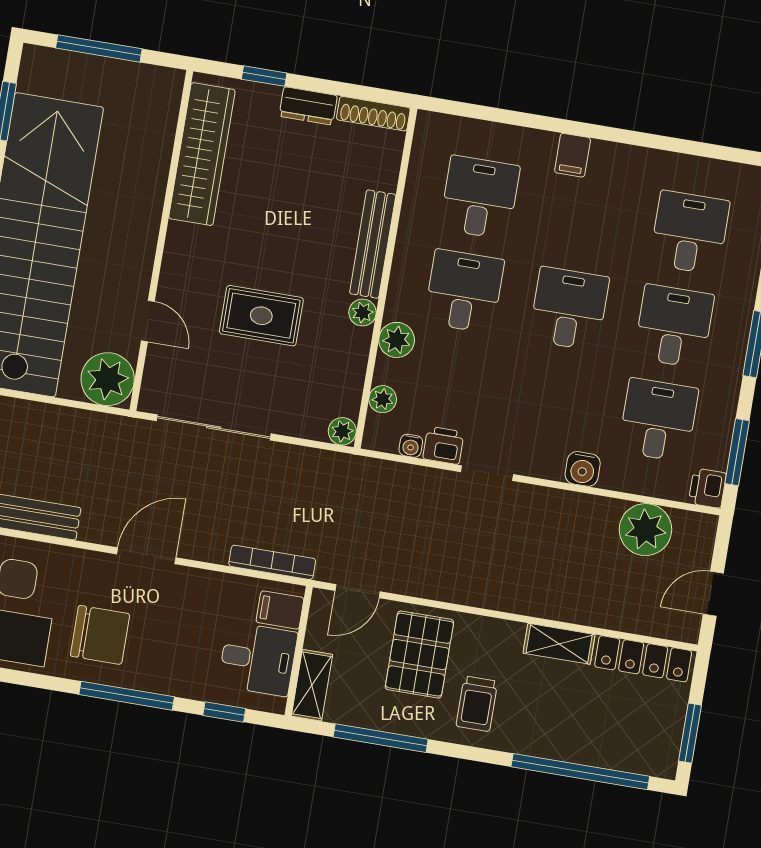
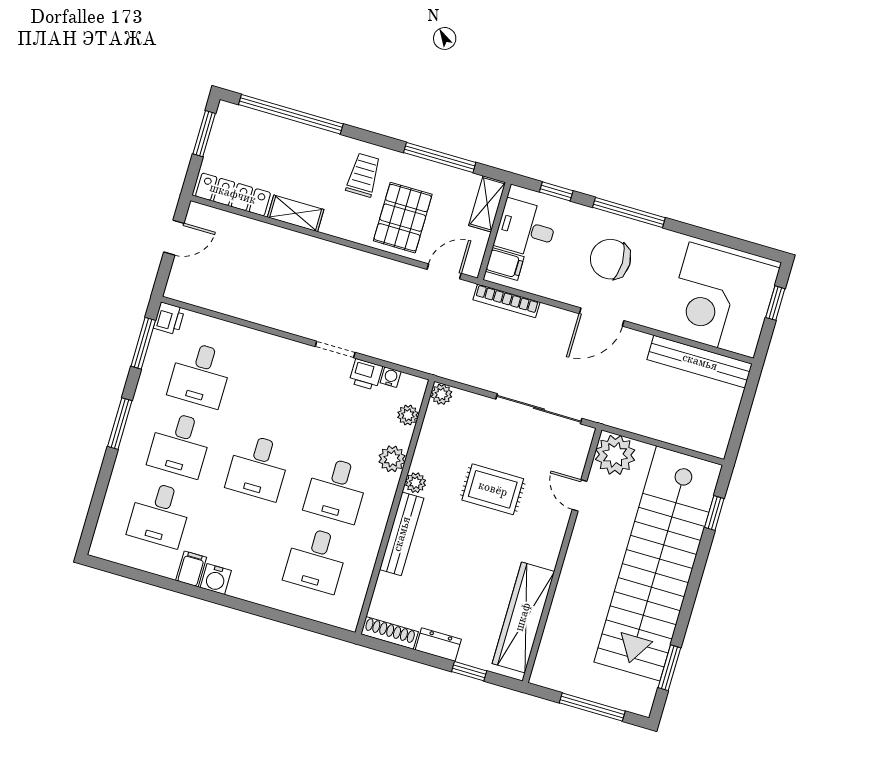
filing cabinet: (573, 155) -> (191, 569), moved
water cooler: (583, 469) -> (216, 579), moved, turned 180
plant: (645, 530) -> (220, 292), removed
chair: (100, 635) -> (610, 259), moved

